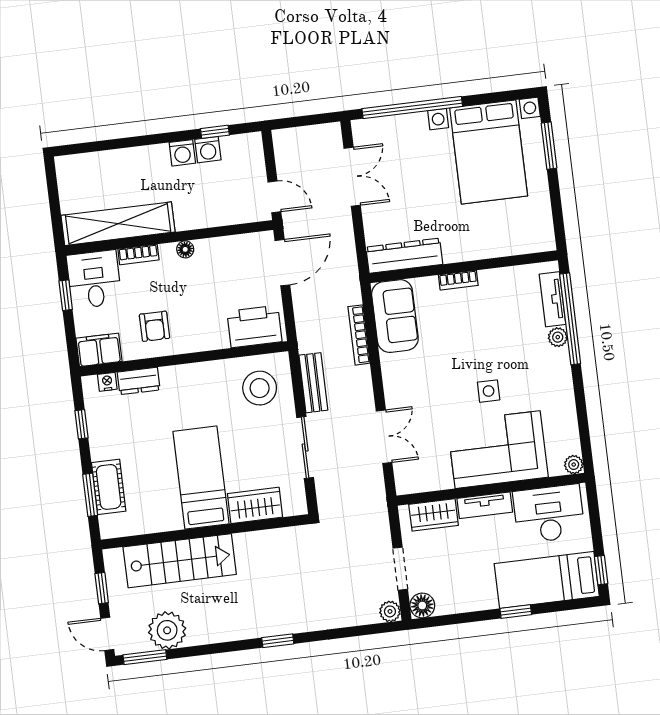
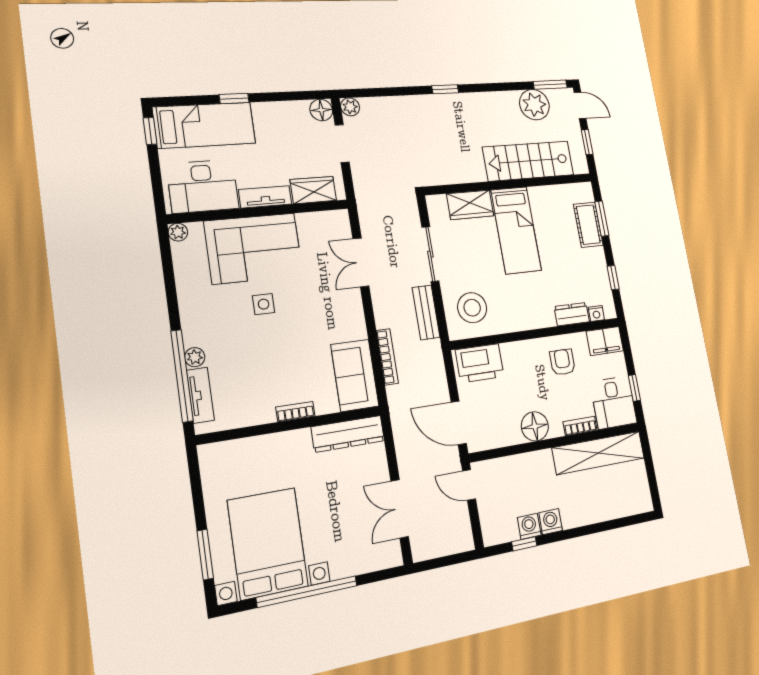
window: (412, 108) -> (307, 592), moved
floor lamp: (185, 249) -> (535, 426), width x1.89, depth x1.89
door: (282, 263) -> (459, 423), hinge flipped

